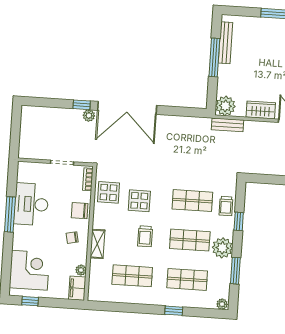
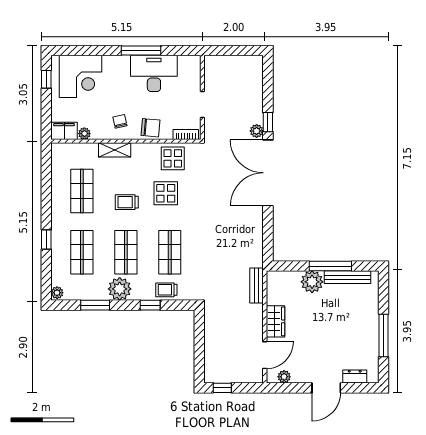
plant: (225, 106) -> (312, 282), moved
chair: (80, 211) -> (150, 128), turned 95

